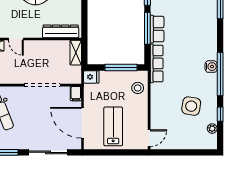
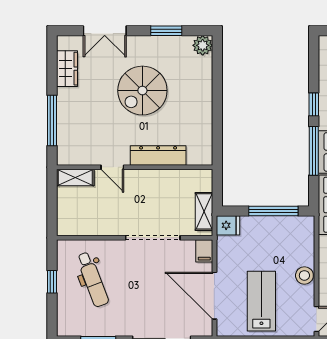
dresser: (61, 31) -> (158, 156), moved
shelving: (76, 53) -> (204, 211), moved
stool: (138, 88) -> (304, 275), moved

